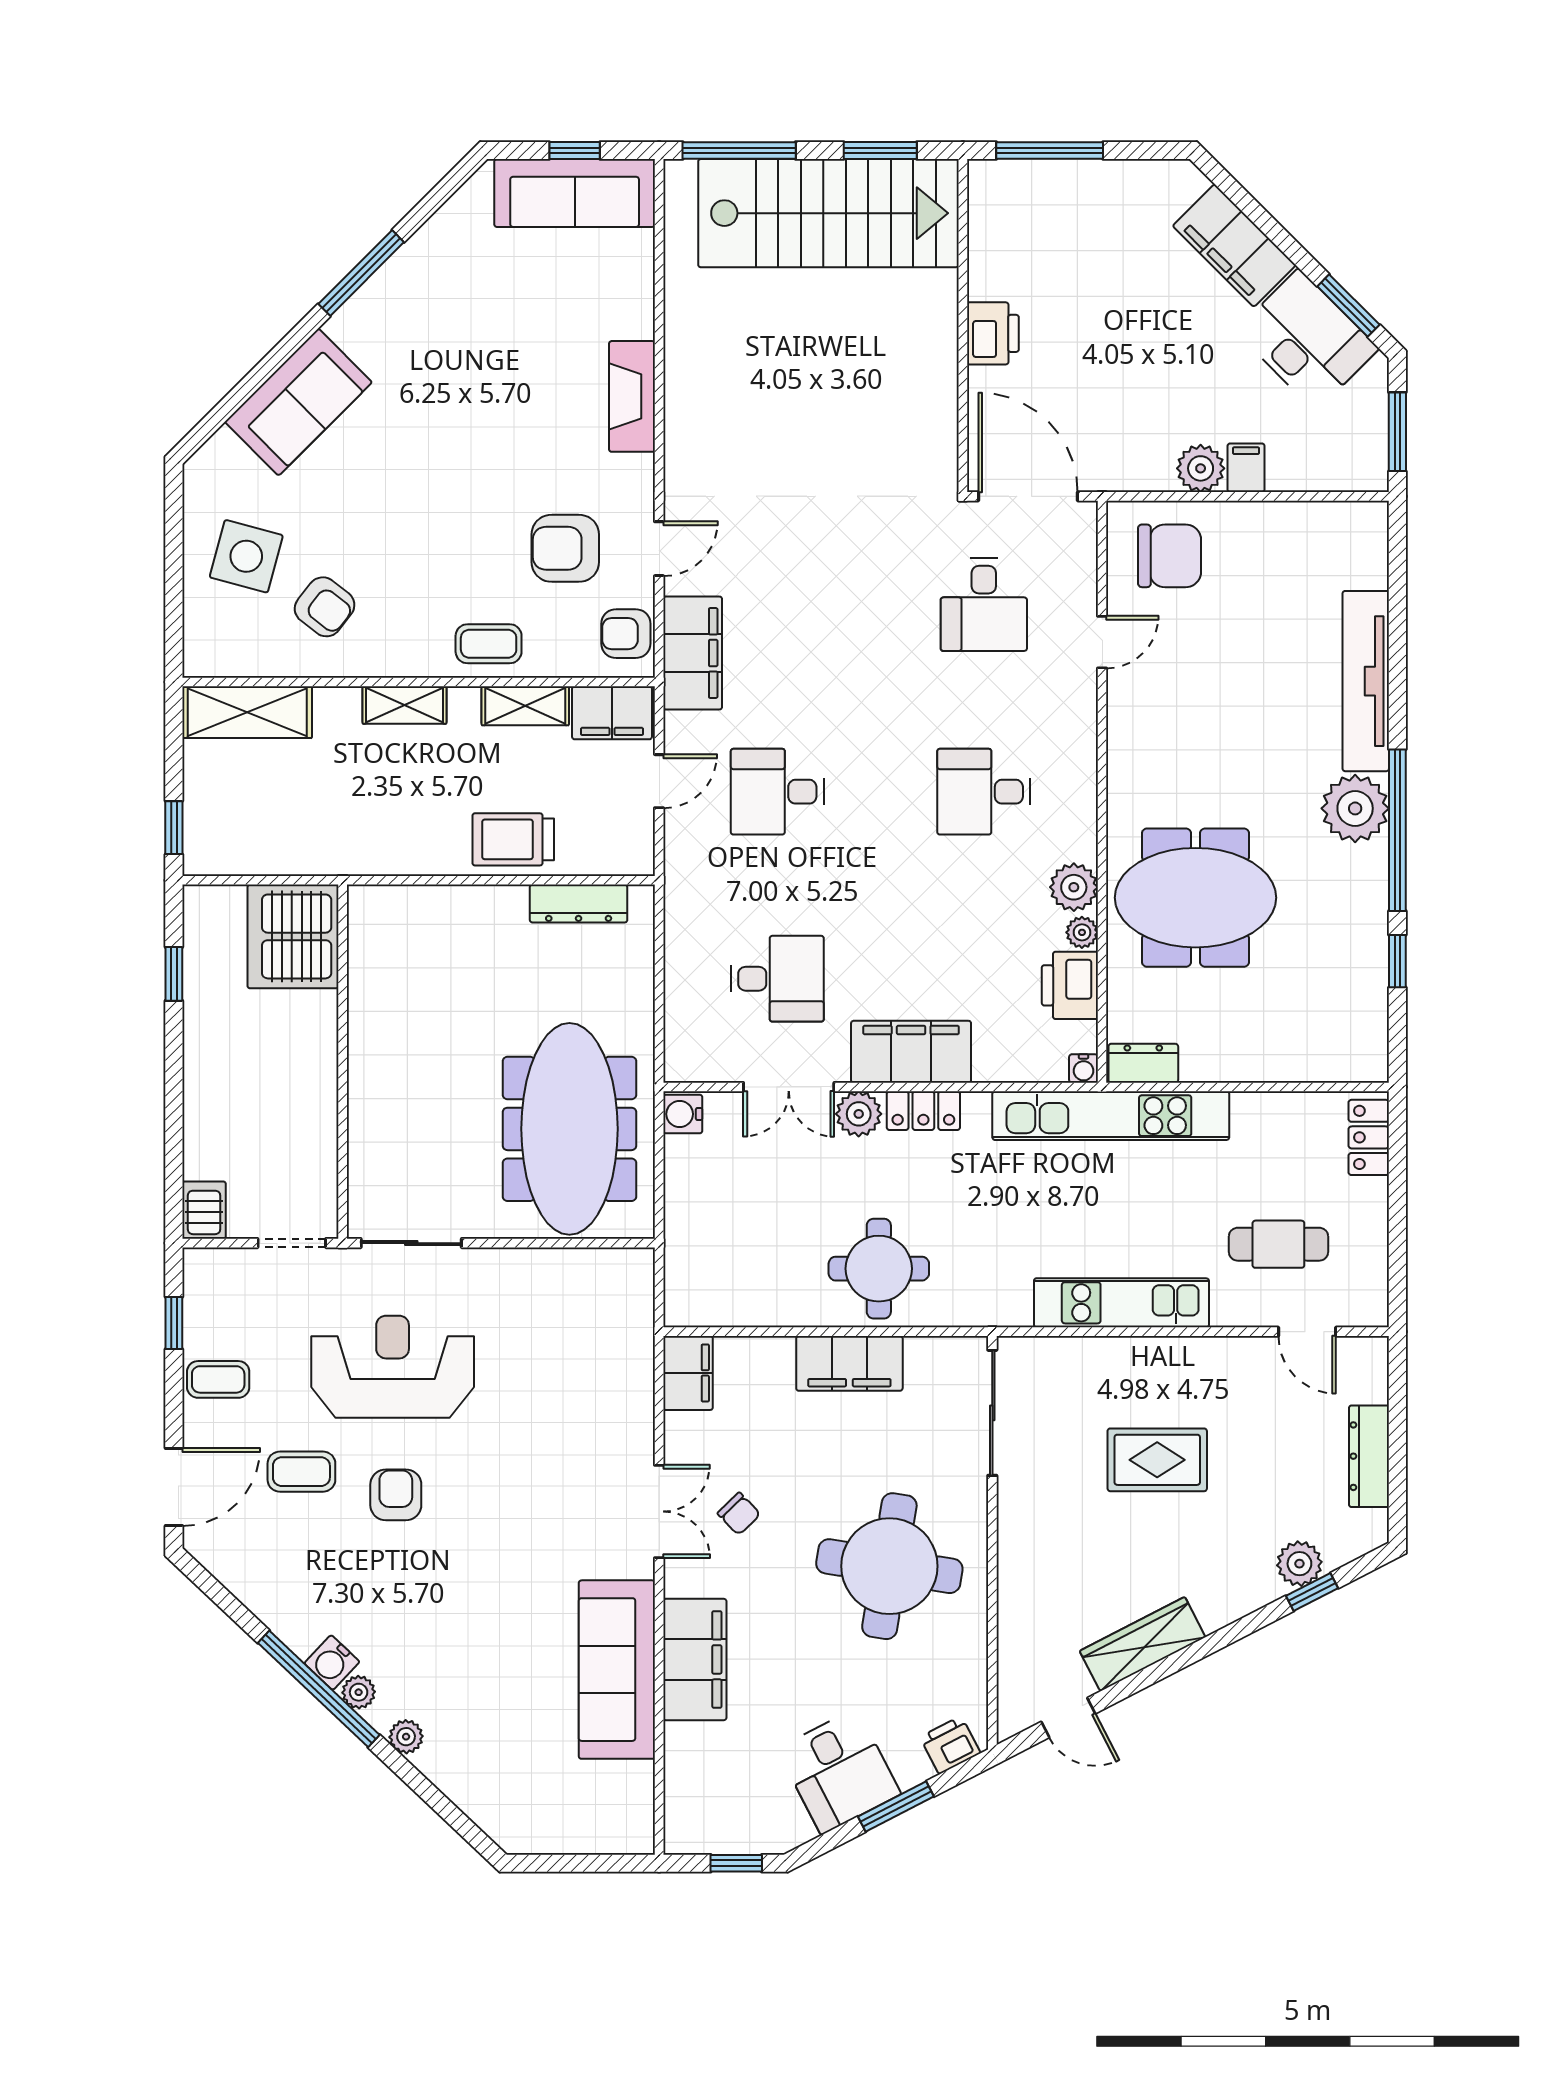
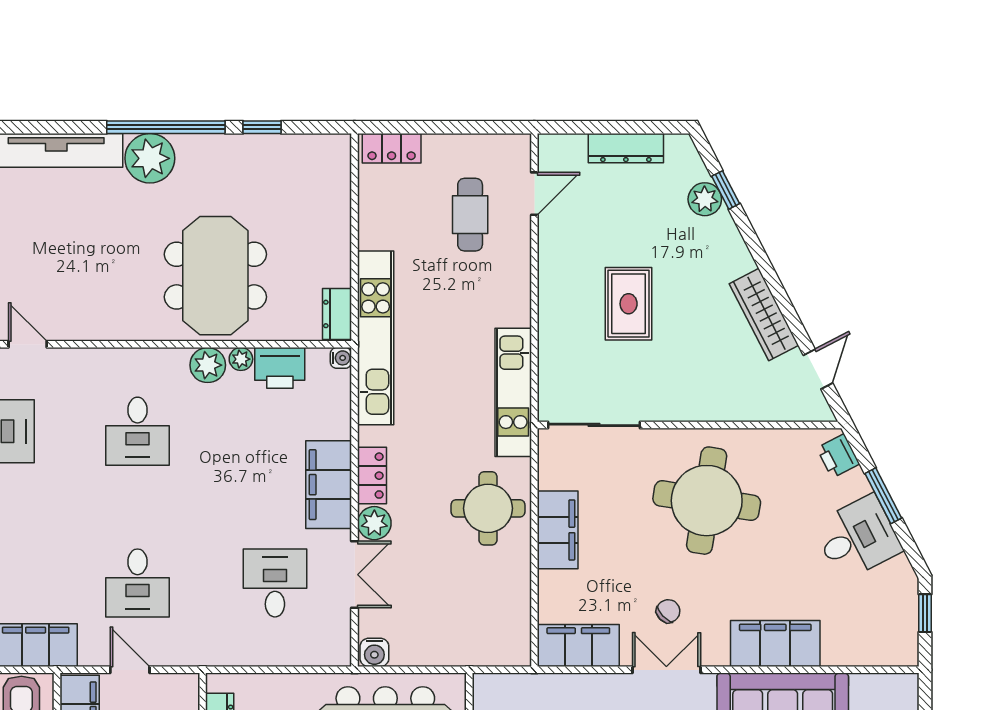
kitchen unit: (1121, 1303) -> (513, 392), moved
filing cabinet: (688, 1373) -> (578, 646), width x1.50, depth x1.17

